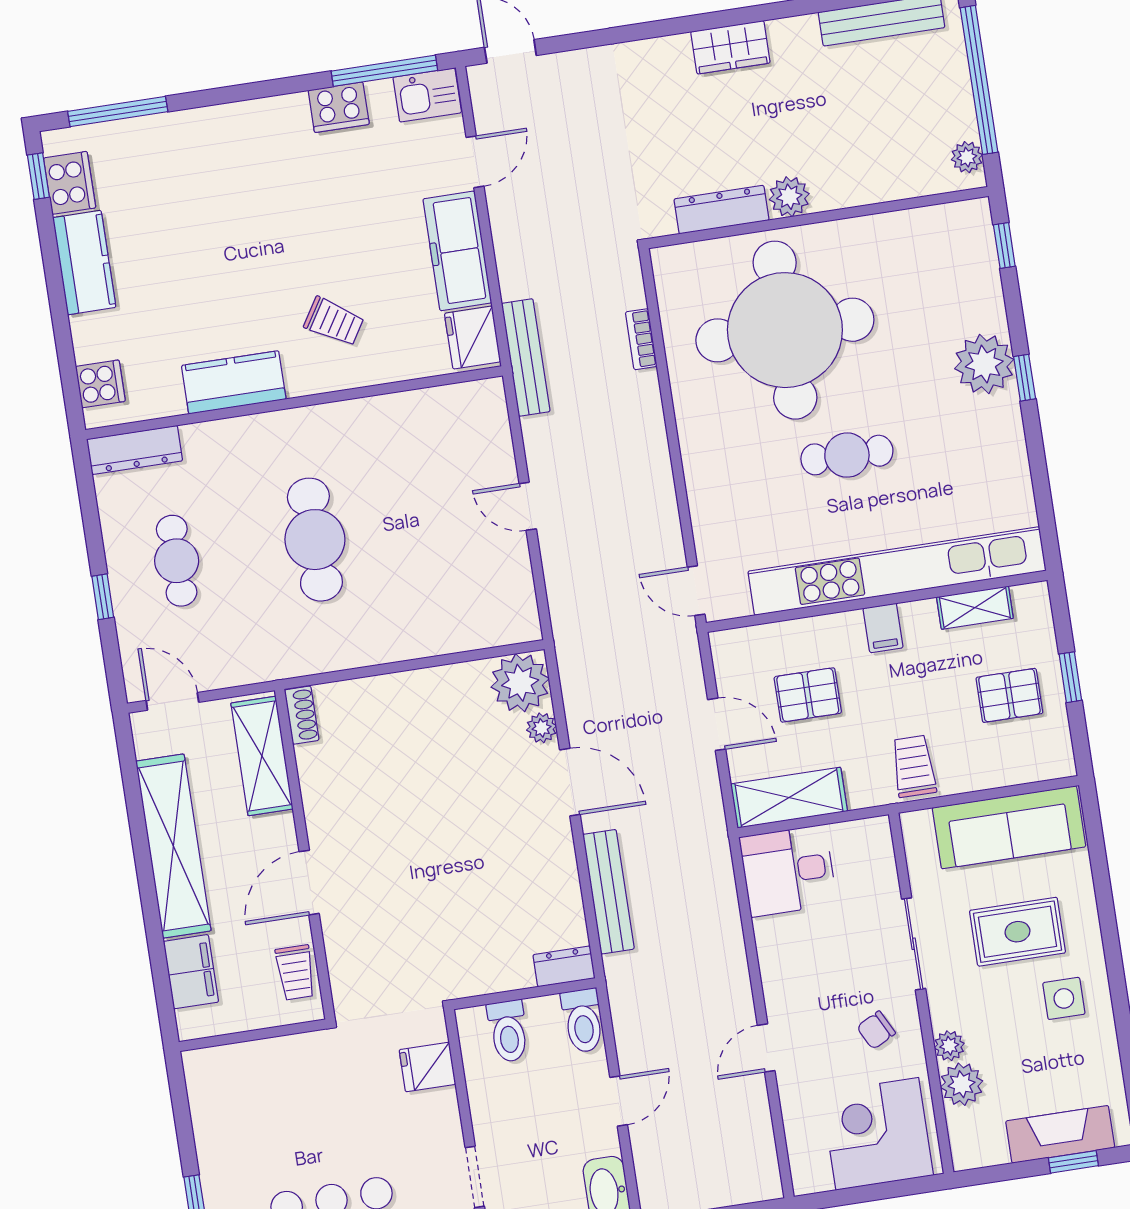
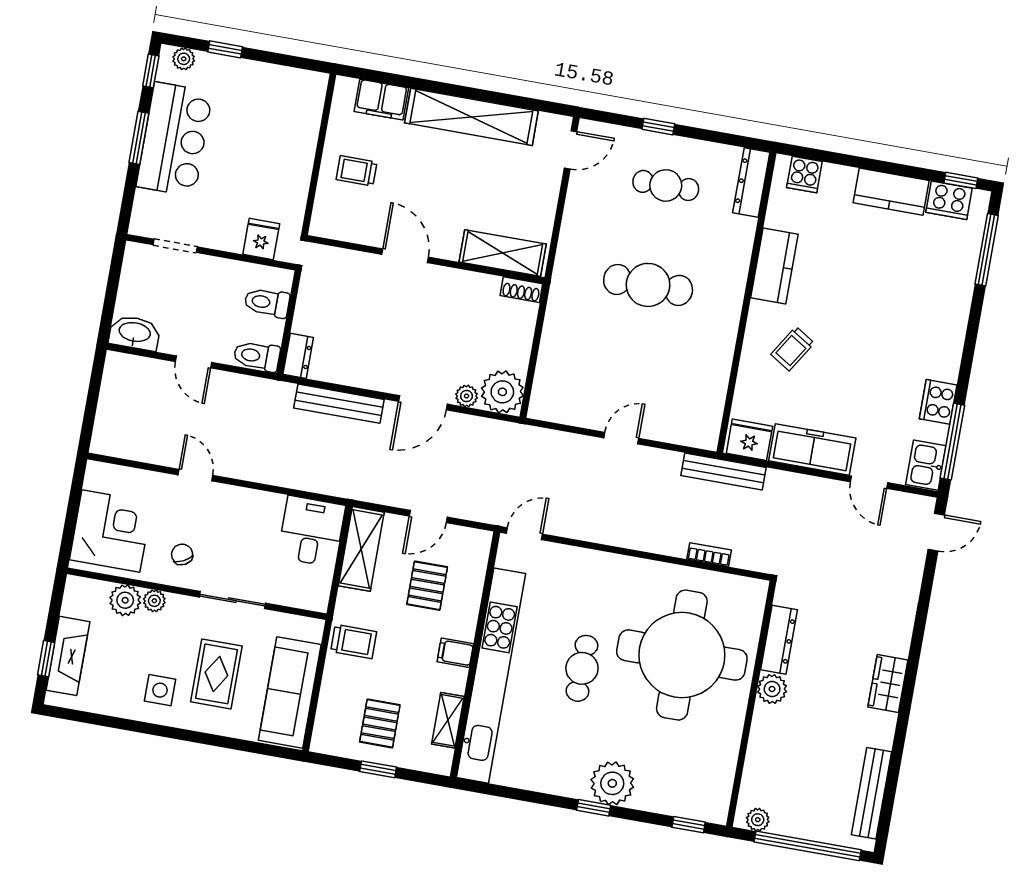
shoe rack: (302, 715) -> (521, 290), moved
shelving: (262, 756) -> (503, 253), moved
wall: (305, 854) -> (426, 259), moved
door: (309, 883) -> (405, 256), moved

